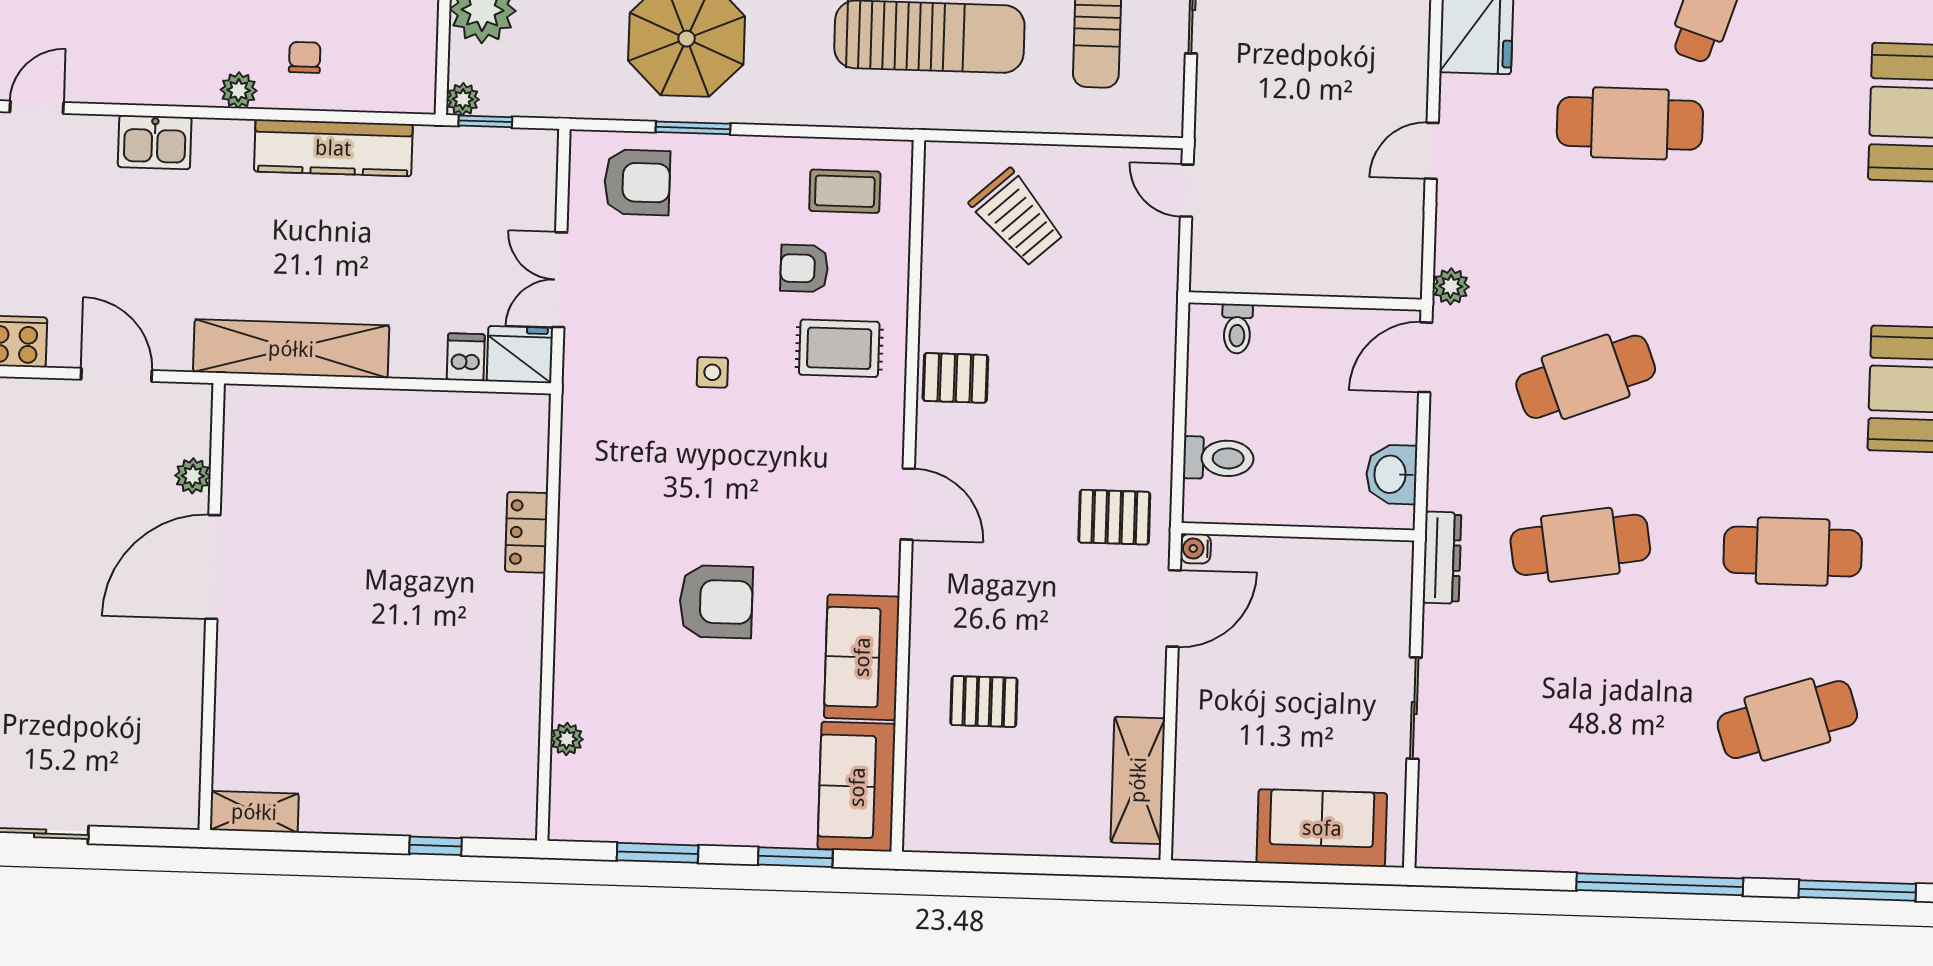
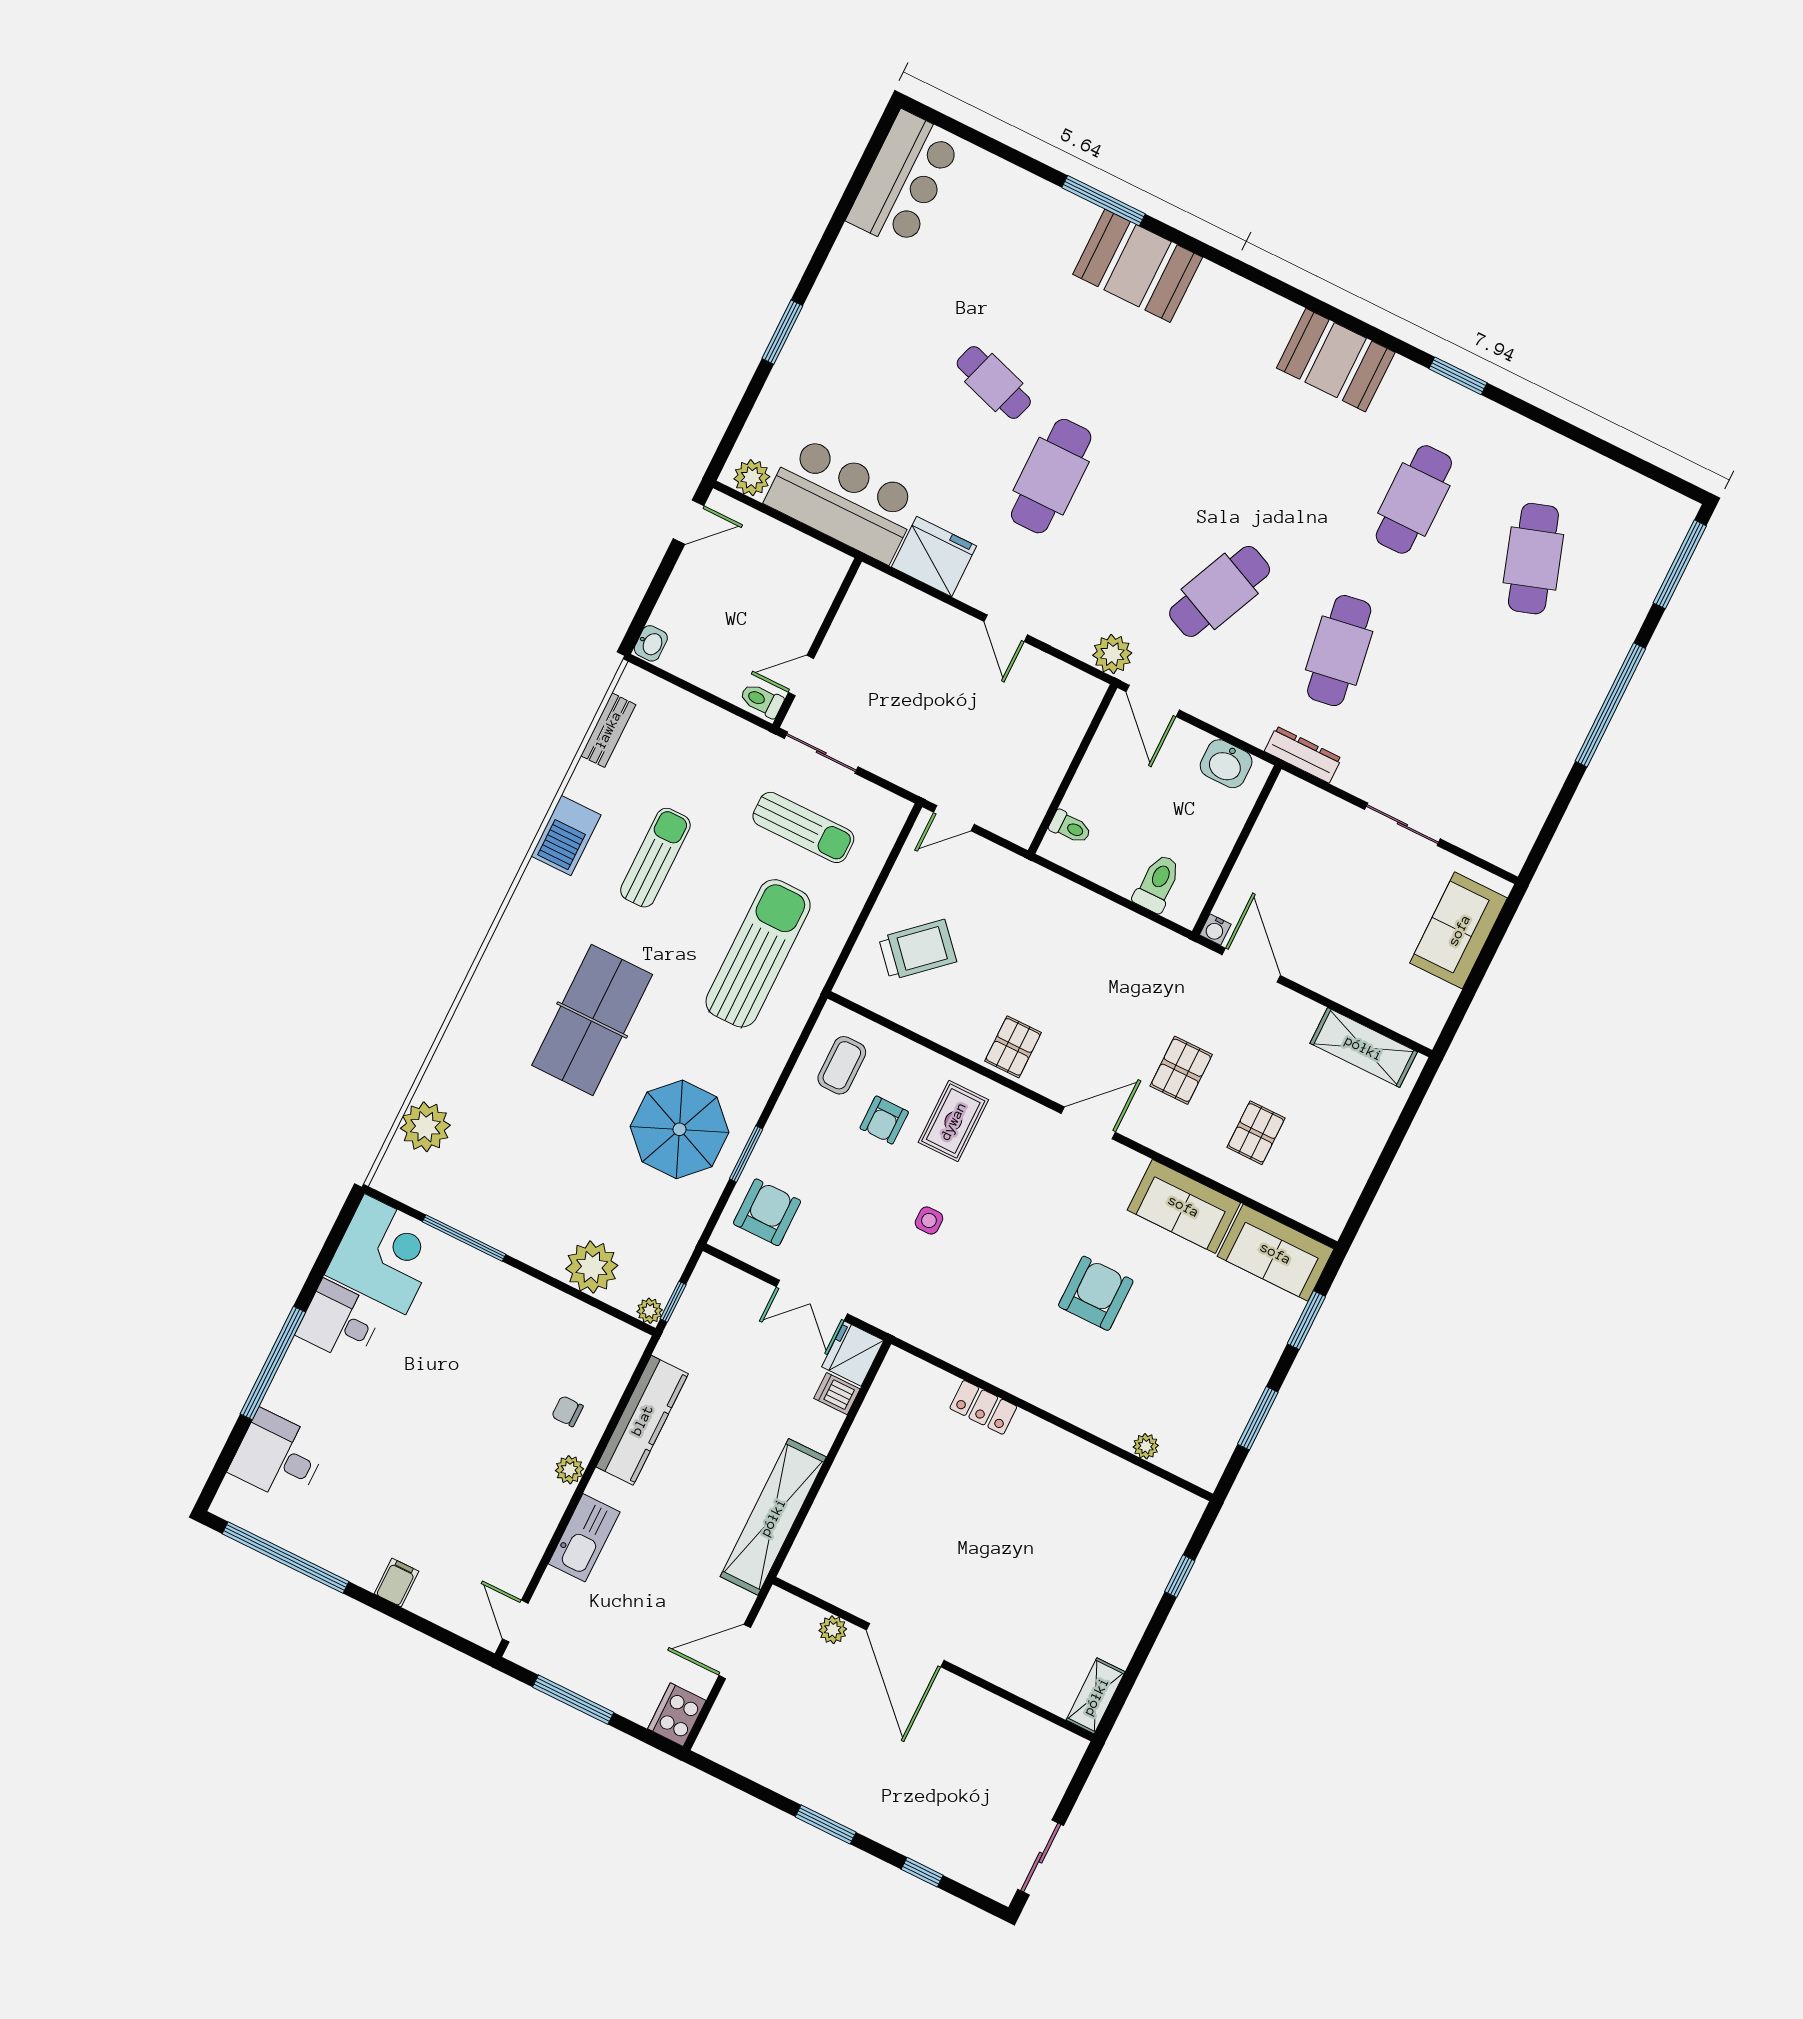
kitchen sink: (155, 142) -> (584, 1538), width x1.38
plant: (1451, 286) -> (1112, 654), width x1.38, depth x1.38
cafe table: (1586, 377) -> (1220, 591), turned 45
pallet: (1114, 517) -> (1181, 1070), moved

